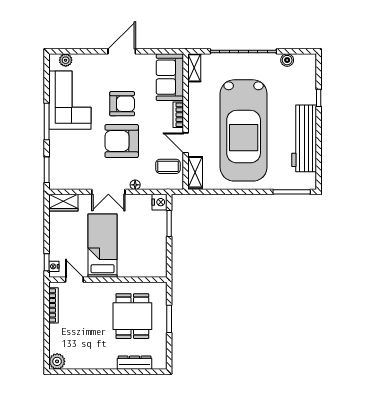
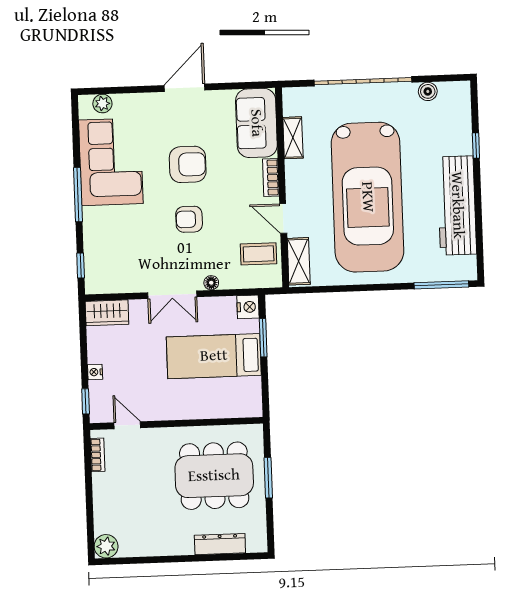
shelving: (194, 68) -> (293, 138), moved
armchair: (122, 141) -> (189, 219), width x0.53, depth x0.53
window: (47, 170) -> (81, 265), width x0.67
bed: (103, 246) -> (214, 356), moved, turned -90
nightstand: (54, 266) -> (95, 372), moved
bookcase: (54, 305) -> (98, 455), width x0.64
dining table: (132, 316) -> (214, 476), width x1.38

